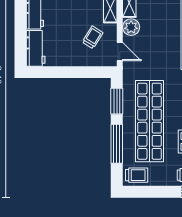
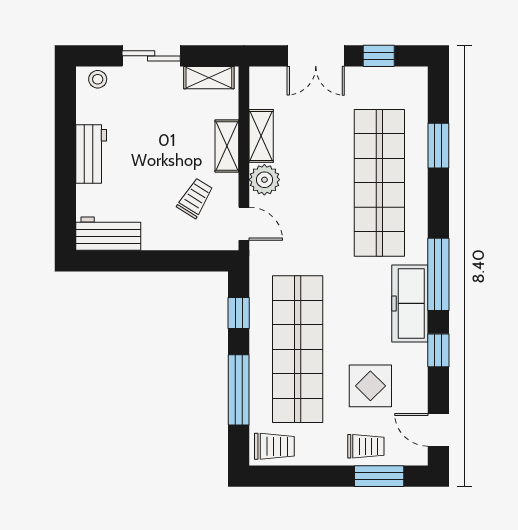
workbench: (36, 48) -> (108, 234), moved, turned -90
window: (117, 101) -> (239, 313), width x0.67

